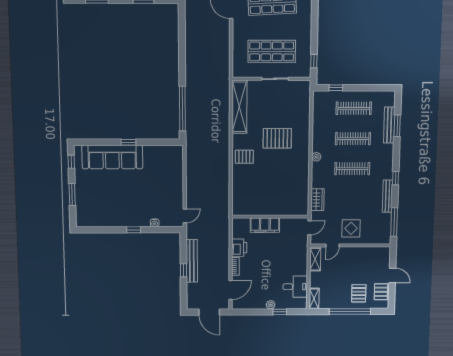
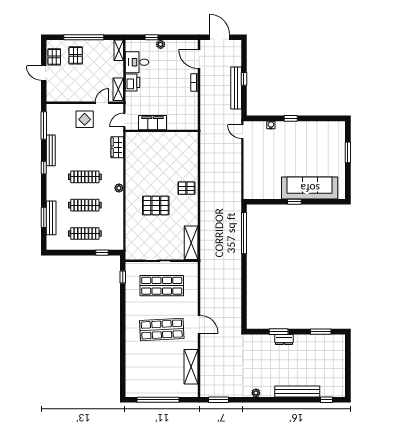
shelving: (239, 107) -> (191, 243), width x0.68
window: (71, 162) -> (348, 183), removed
door: (185, 216) -> (242, 132), hinge flipped
filing cabinet: (265, 225) -> (153, 123), moved
printer: (239, 248) -> (133, 82), moved, turned 180
door: (230, 290) -> (199, 59), hinge flipped

